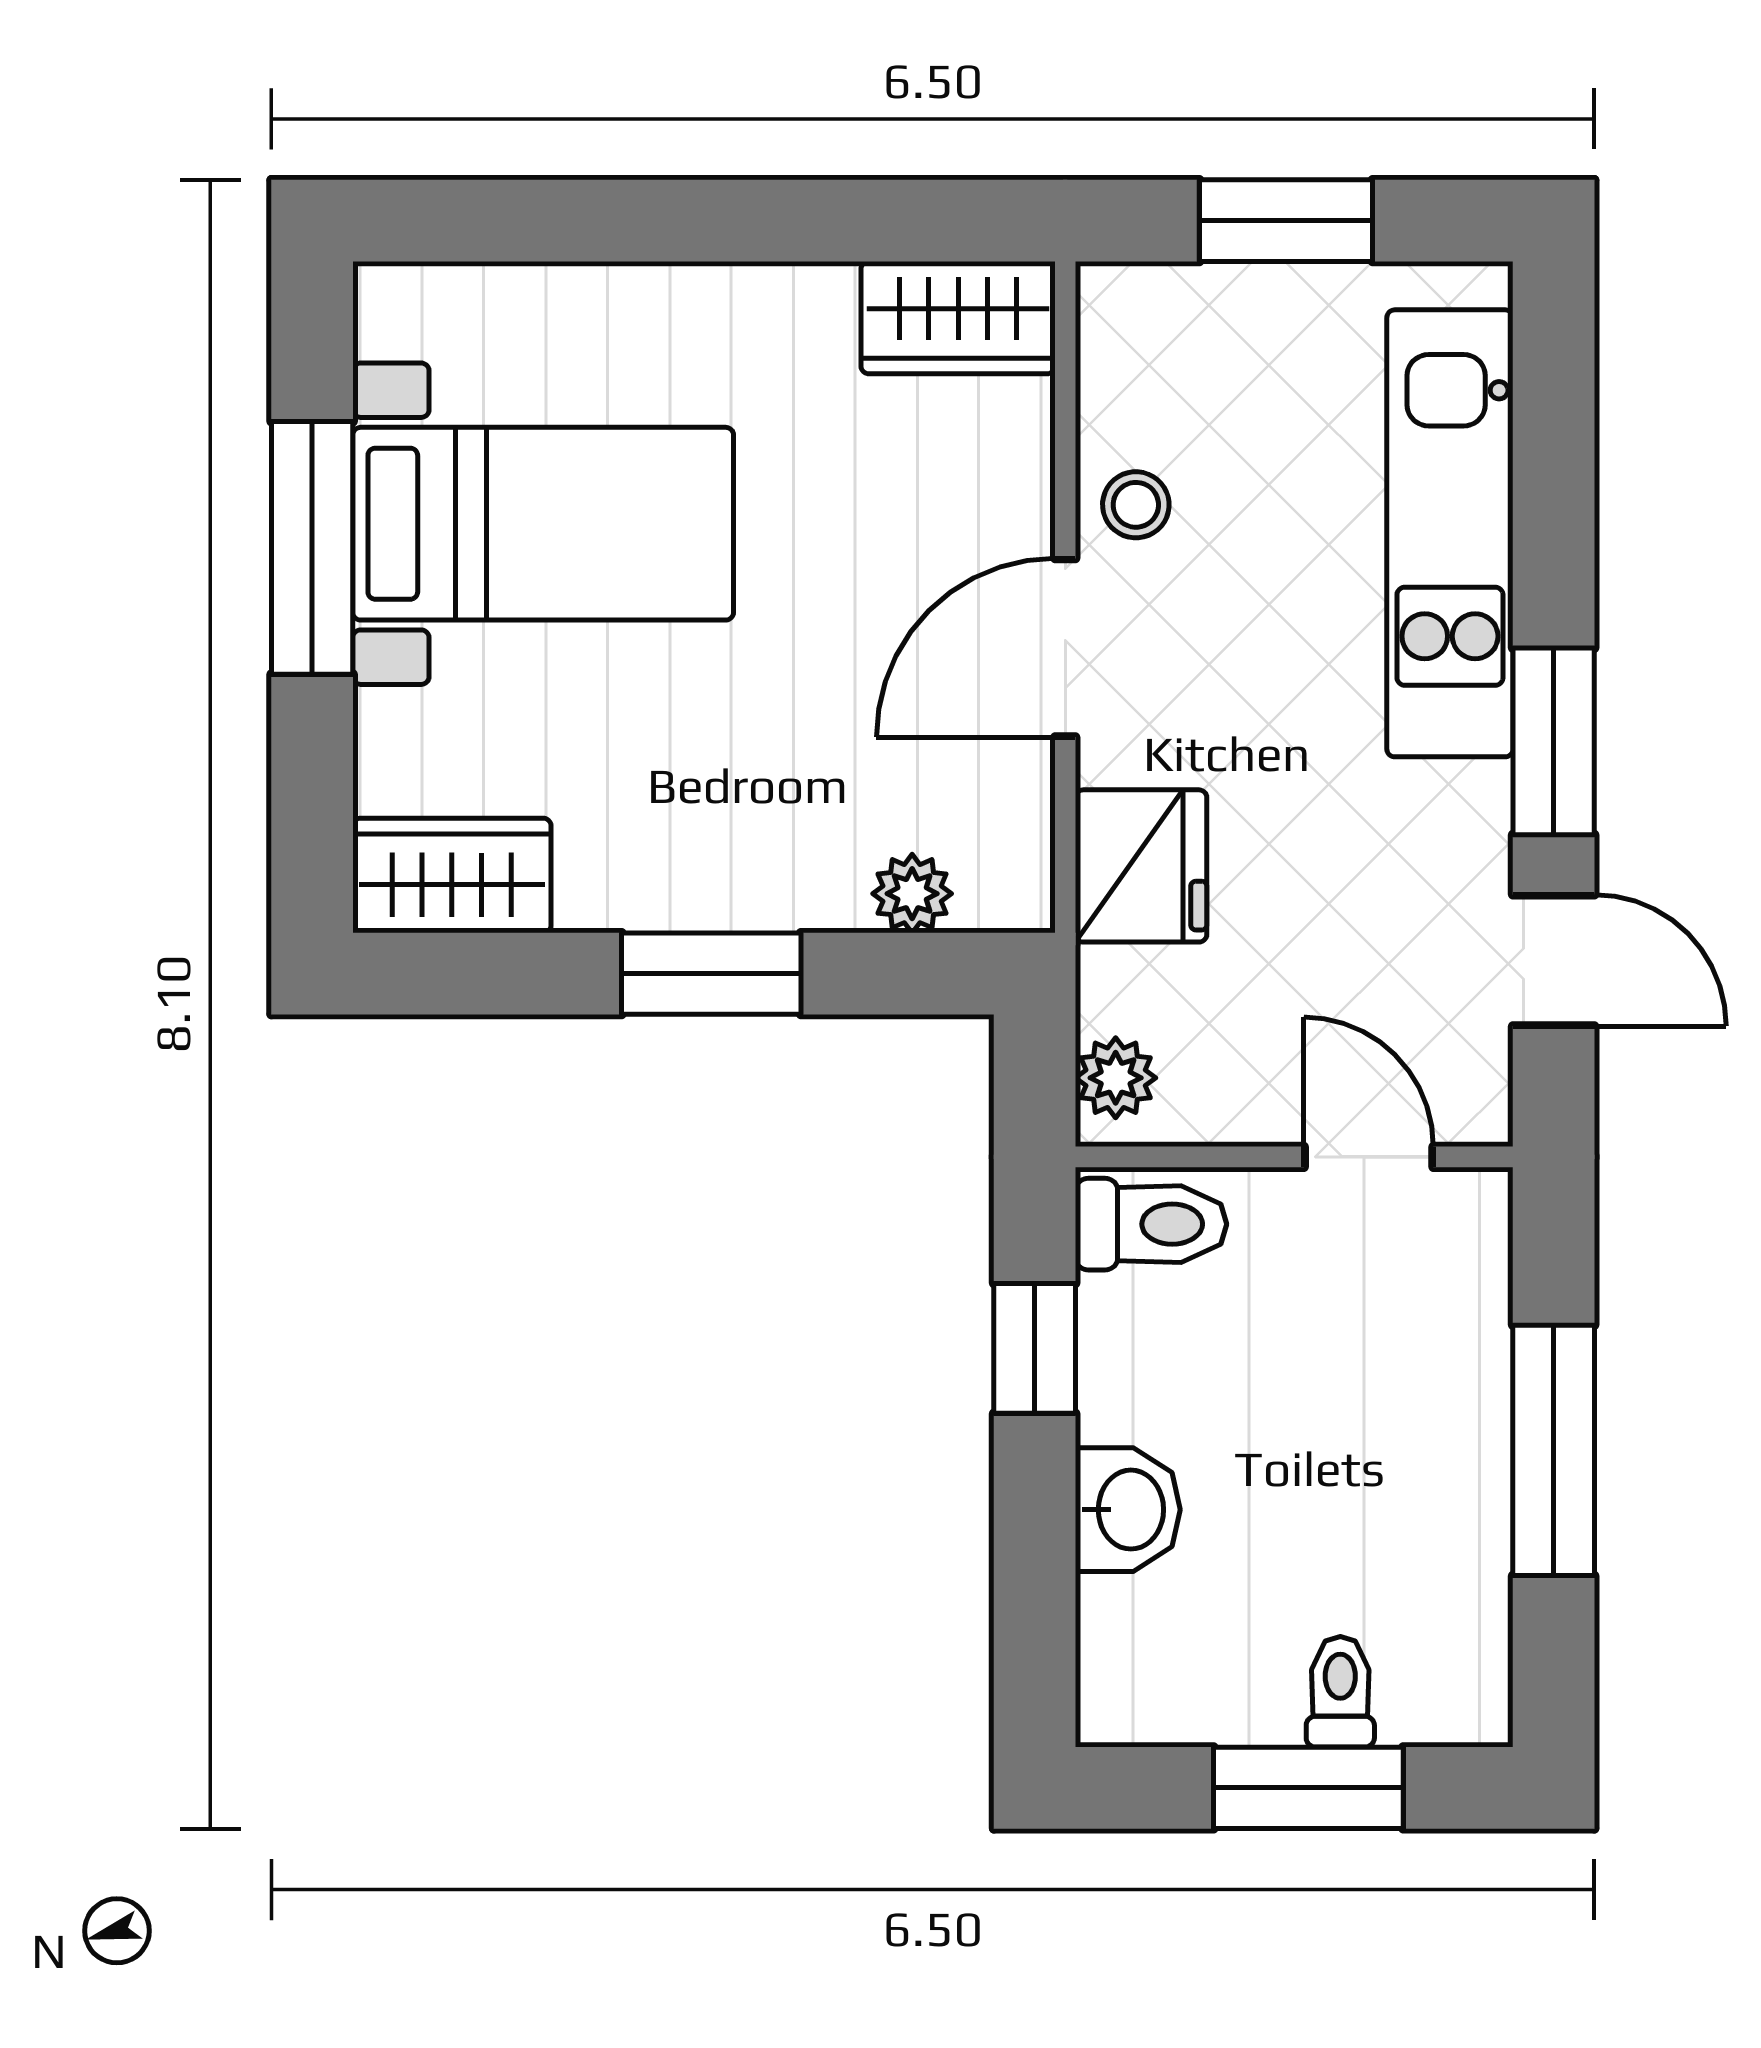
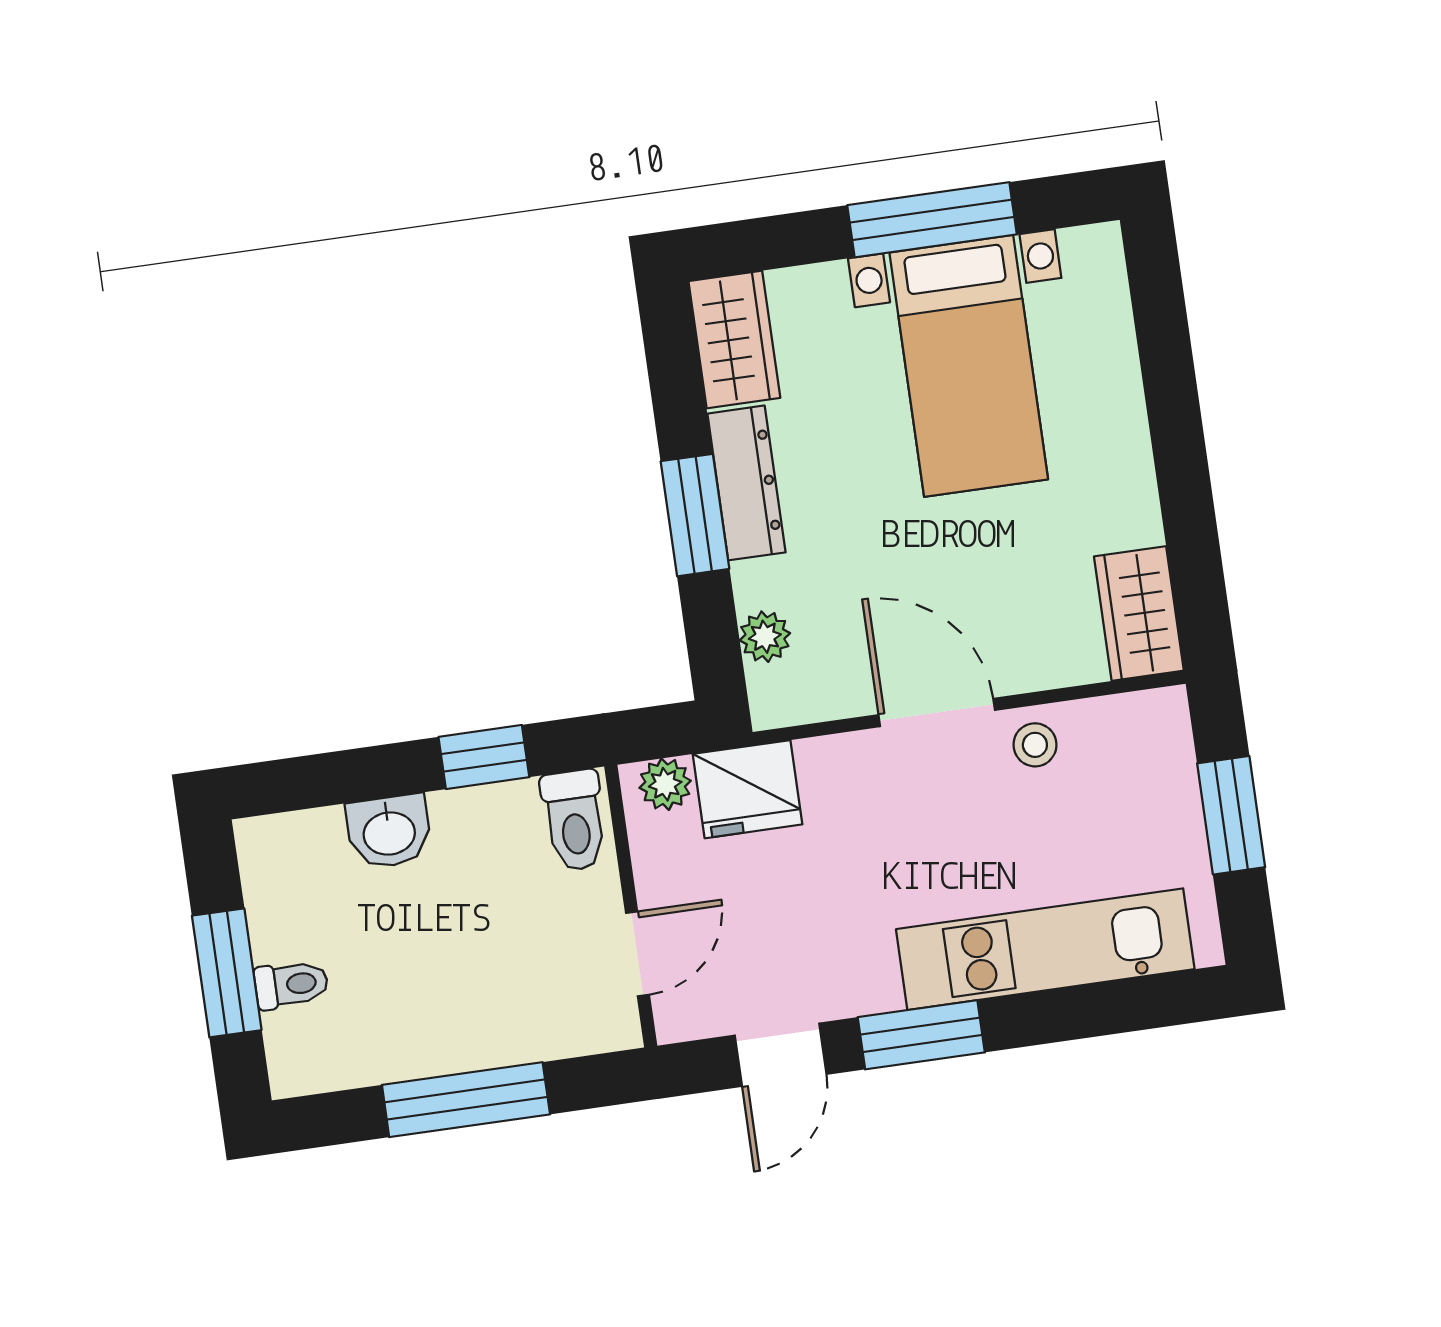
fridge: (1141, 866) -> (748, 789), moved
dresser: (673, 888) -> (746, 483), added

